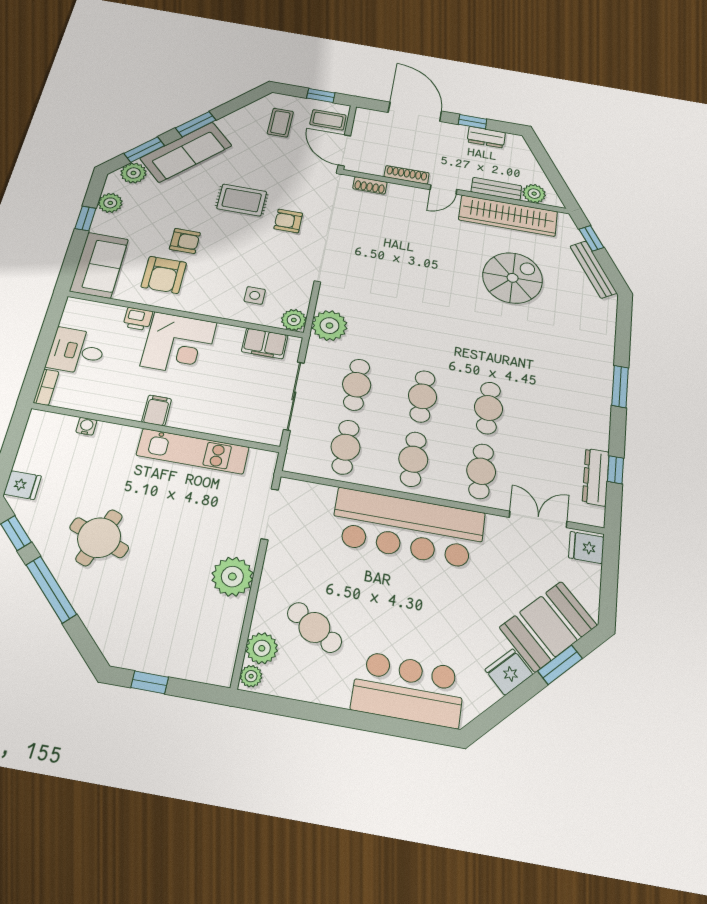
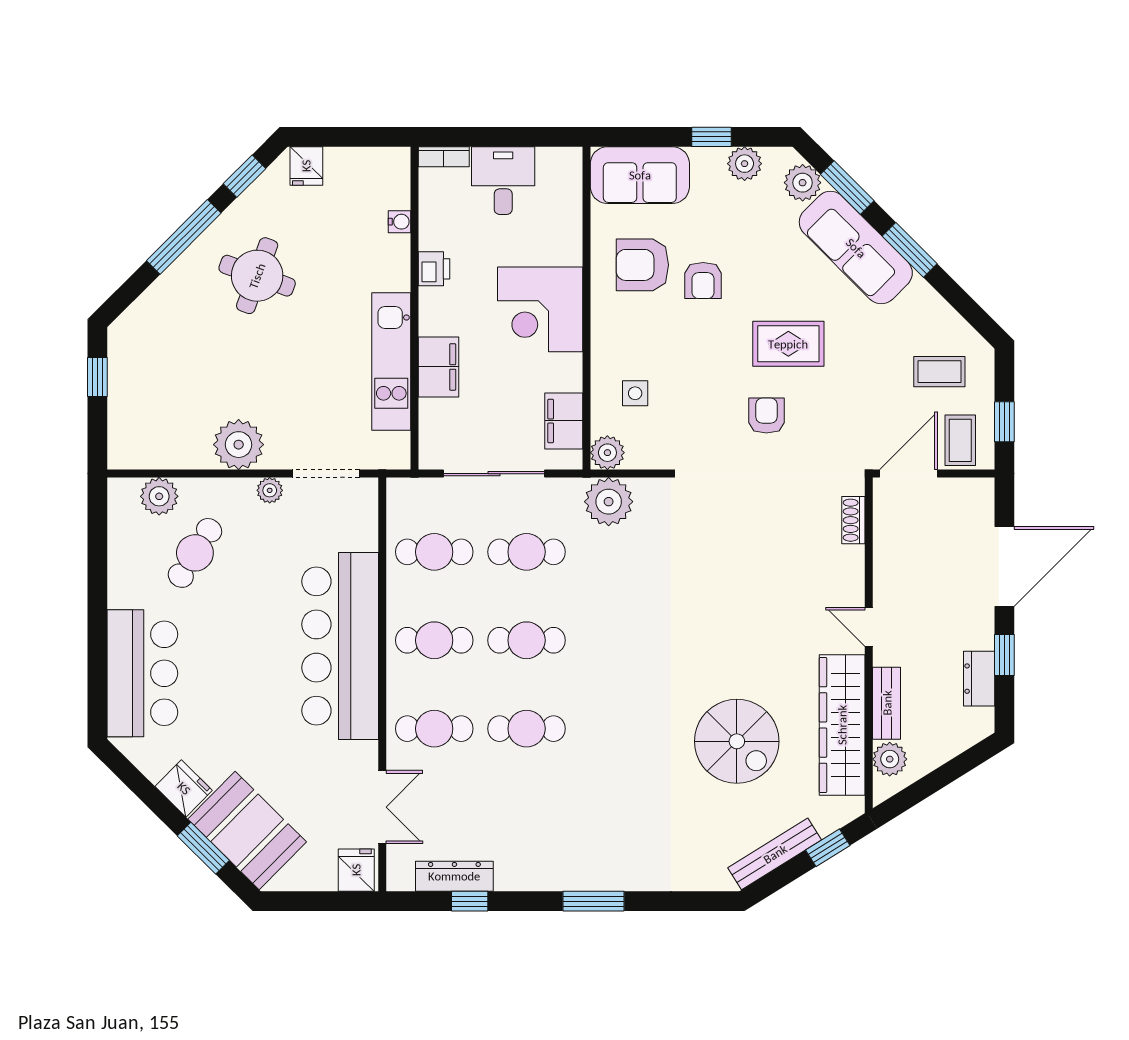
shoe rack: (407, 175) -> (884, 570), removed
rug: (242, 200) -> (788, 344), turned 90
printer: (138, 319) -> (434, 269), moved, turned 180
filing cabinet: (157, 410) -> (439, 367), moved, width x2.00
plant: (251, 676) -> (270, 490), moved

